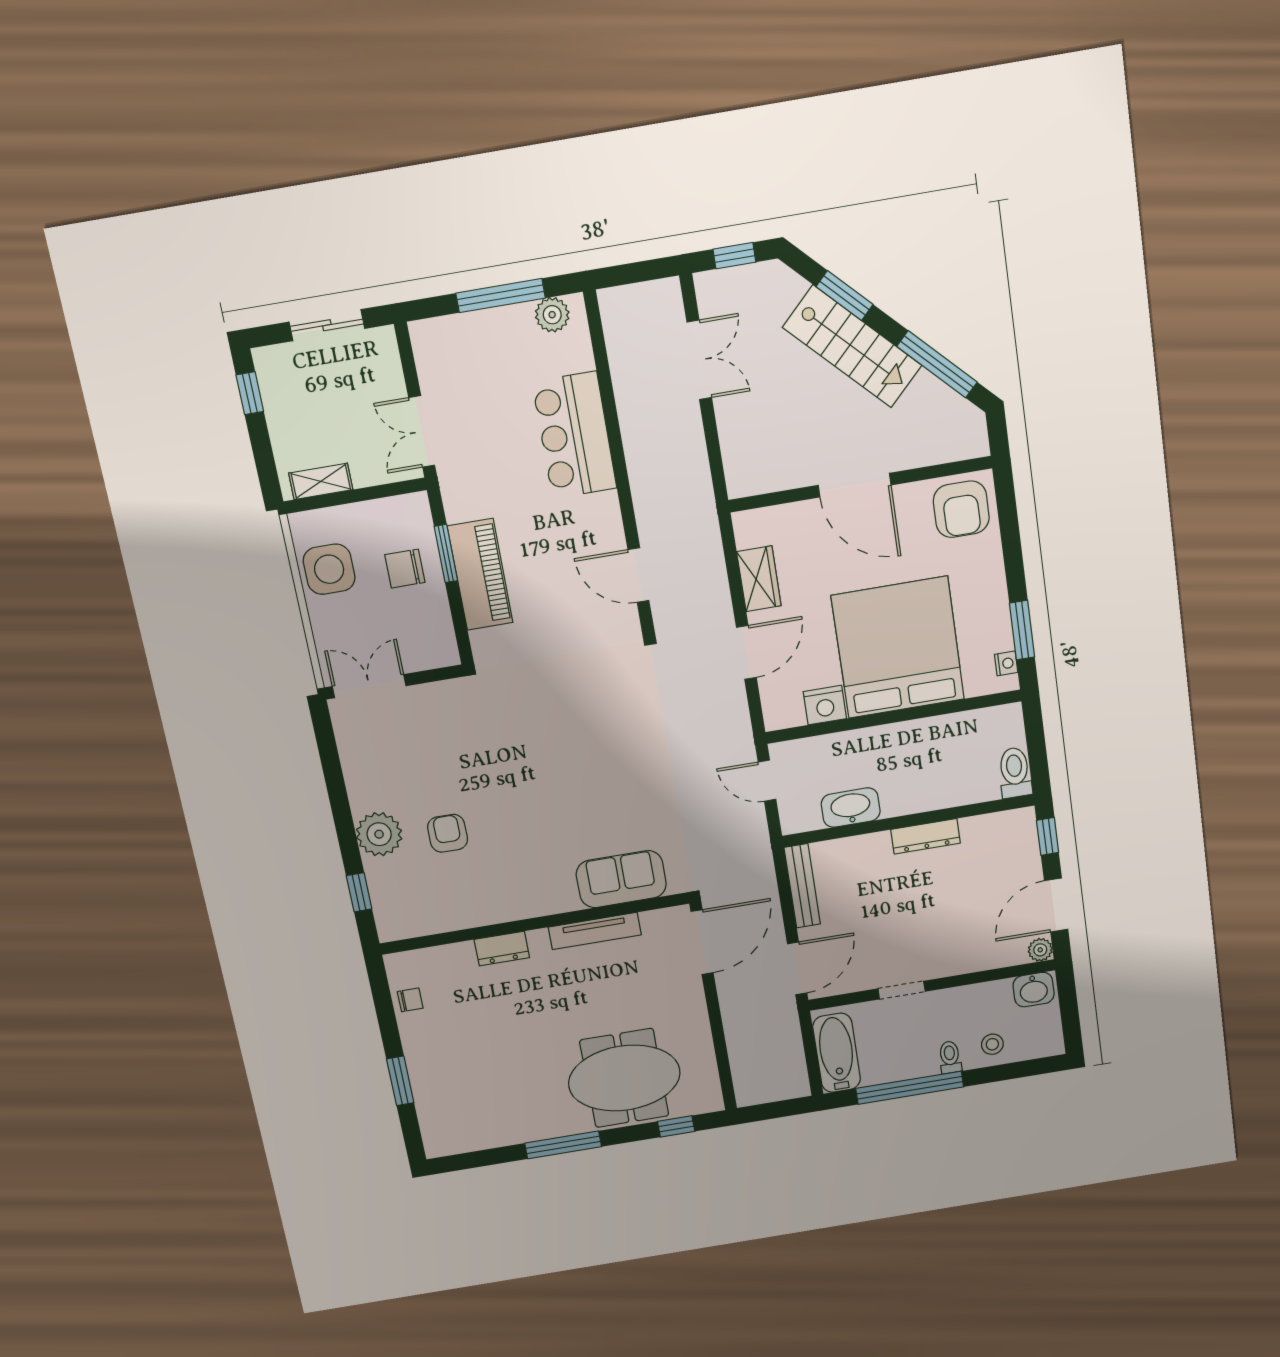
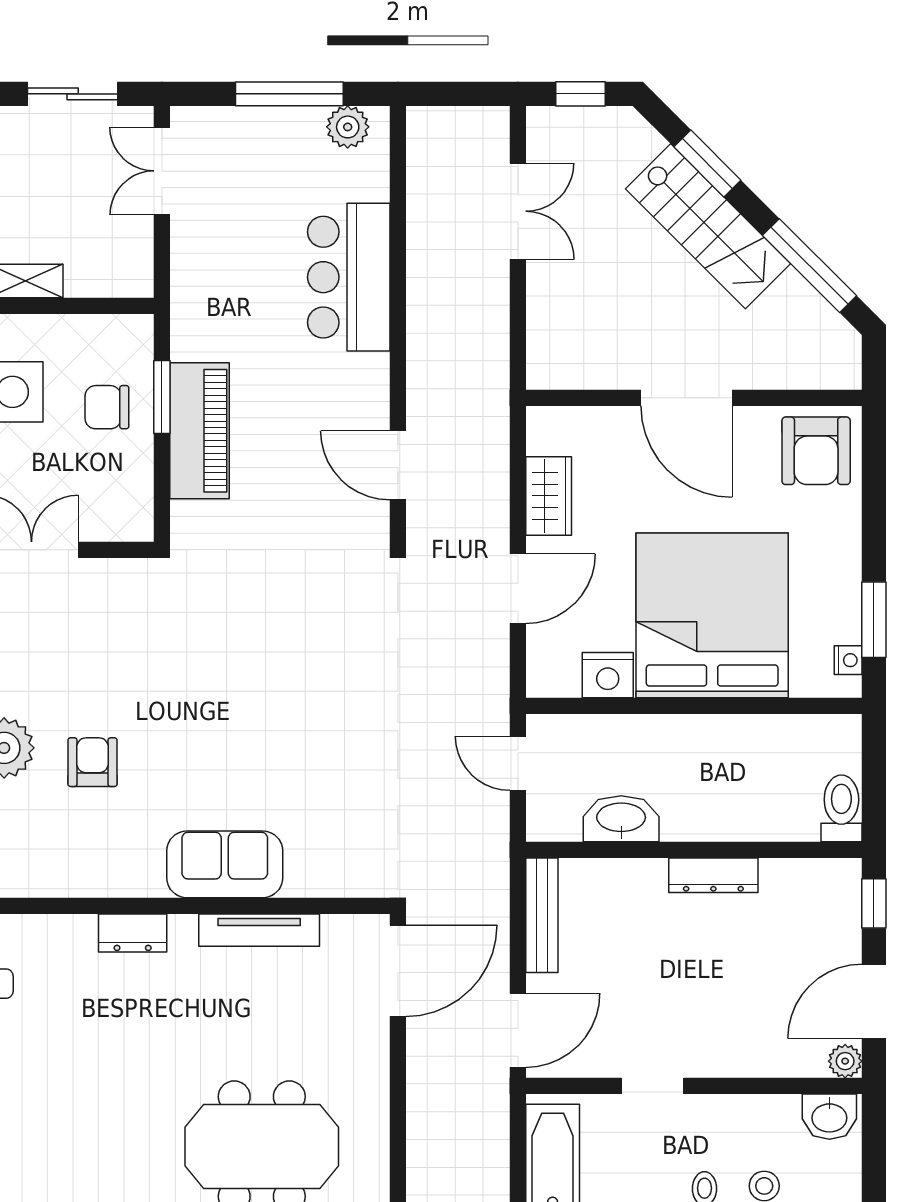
double door: (422, 431) -> (162, 171), moved
sofa: (621, 879) -> (225, 864), moved

